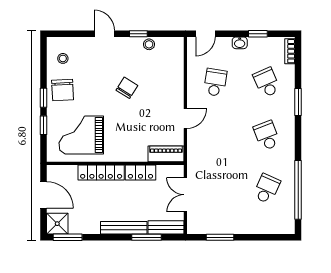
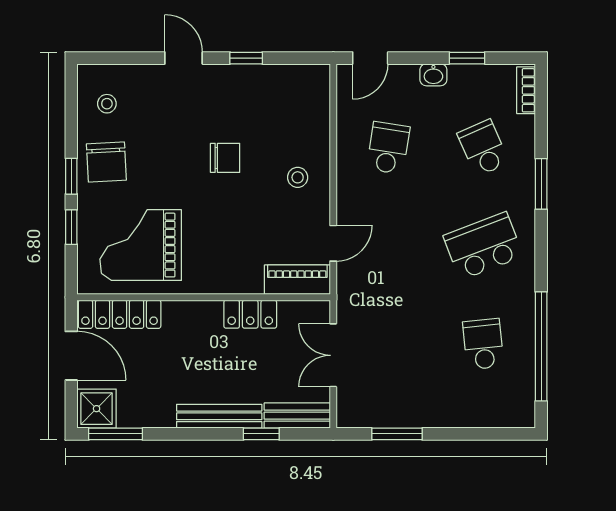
stool: (149, 44) -> (298, 177), moved
chair: (127, 88) -> (225, 158), turned 58
door: (185, 119) -> (333, 243), moved
school desk: (267, 136) -> (483, 246), width x1.85
locker: (101, 172) -> (120, 314), moved
school desk: (267, 189) -> (483, 344), turned -30
window: (147, 237) -> (261, 434), width x0.67

